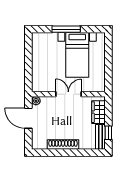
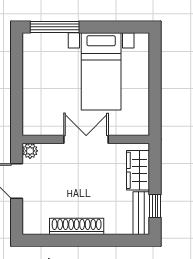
window: (66, 29) -> (55, 27), moved

